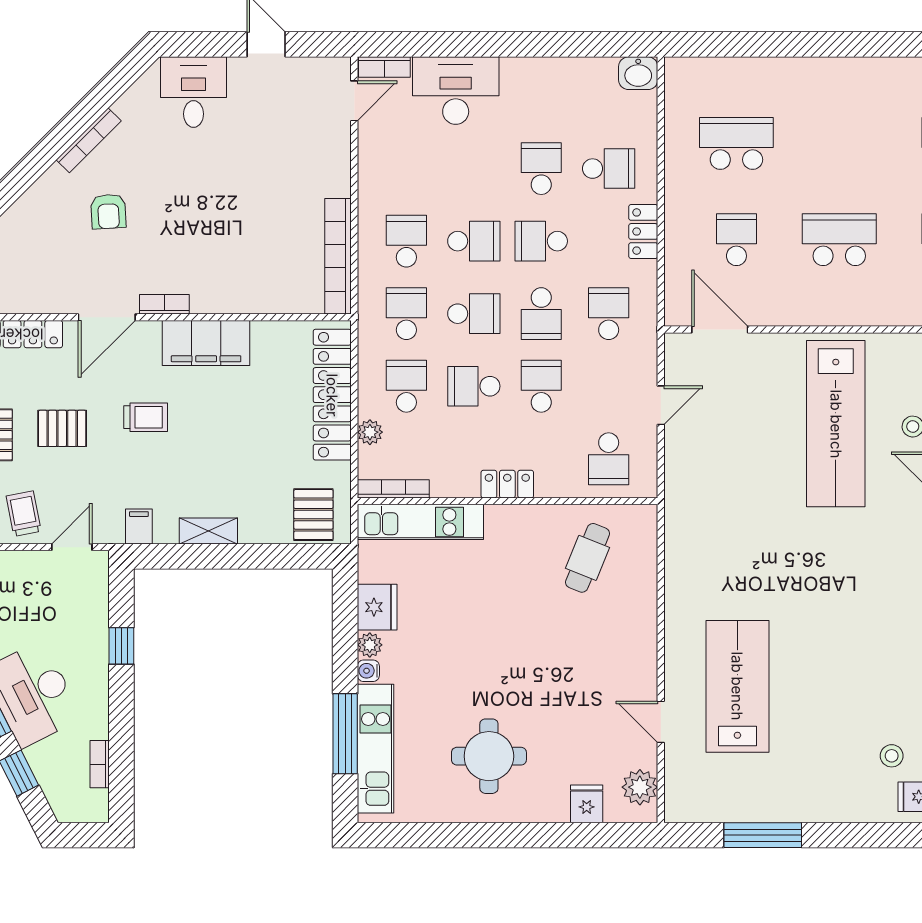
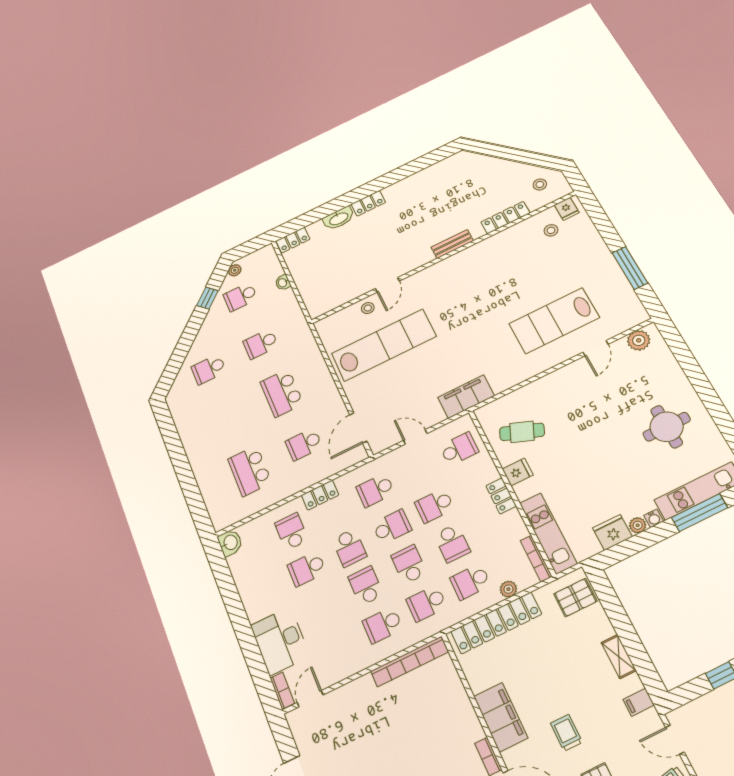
door: (354, 101) -> (310, 699), hinge flipped
filing cabinet: (685, 505) -> (466, 397), added
fridge: (587, 804) -> (518, 472), moved, turned 180

